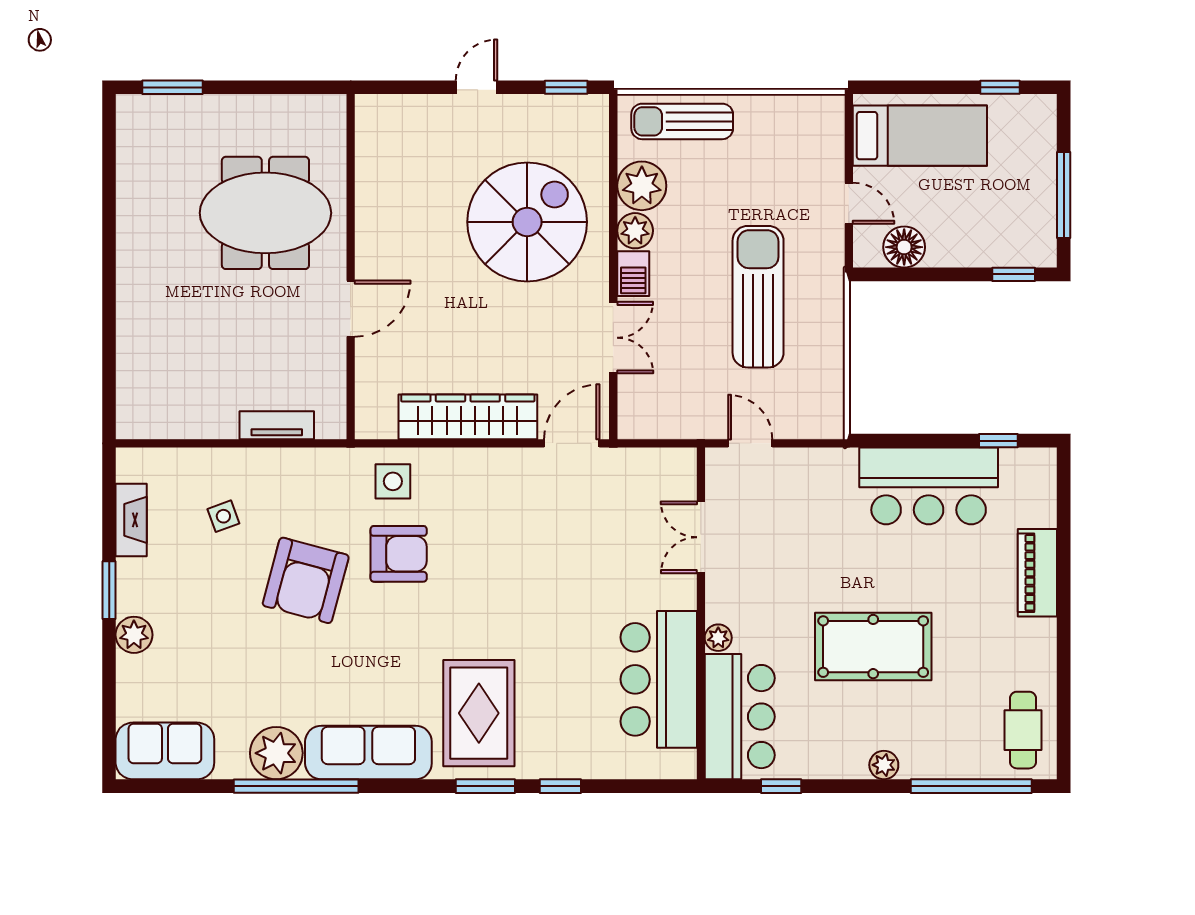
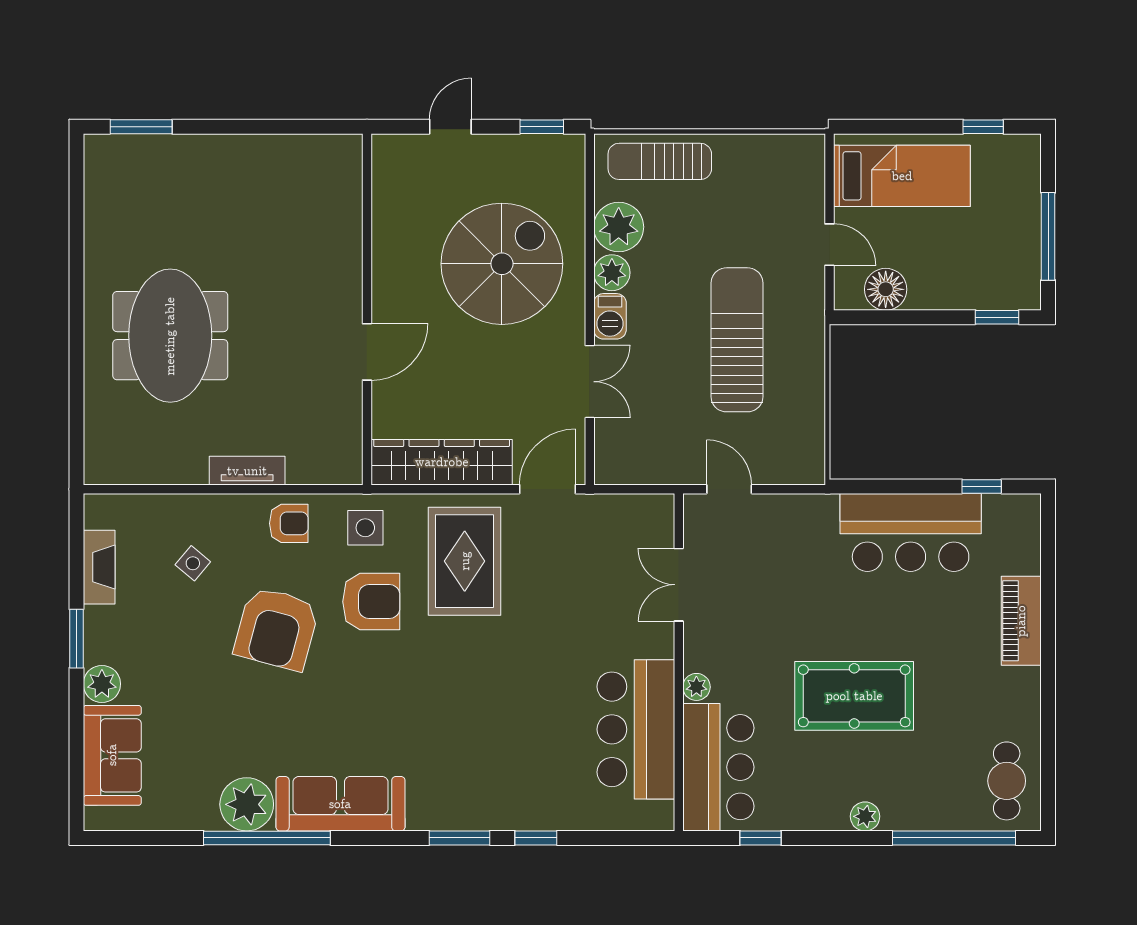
meeting table: (265, 213) -> (170, 336), moved, turned 90
wall: (351, 267) -> (367, 309), moved
door: (351, 309) -> (367, 352), moved
armchair: (318, 477) -> (289, 523), added
side table: (223, 516) -> (193, 563), turned -30
rug: (479, 713) -> (465, 561), moved
sofa: (165, 751) -> (112, 755), moved, turned 90

